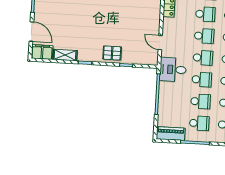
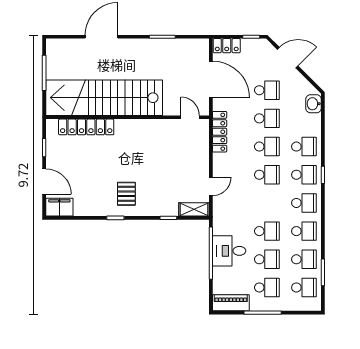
door: (160, 43) -> (211, 186), swing flipped
pallet: (112, 53) -> (126, 194), moved, turned 90
shelving: (65, 55) -> (194, 209), moved
school desk: (203, 58) -> (267, 203), removed
desk: (173, 70) -> (229, 251), moved

